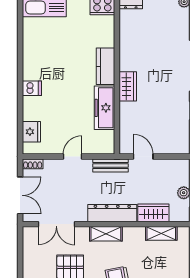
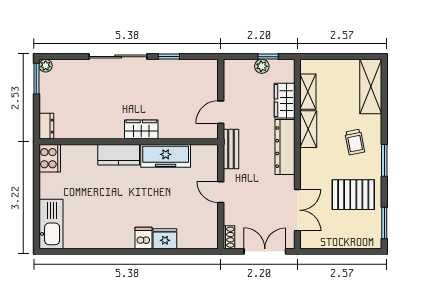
fridge: (31, 132) -> (165, 239), moved
shelving: (106, 234) -> (308, 129), moved

